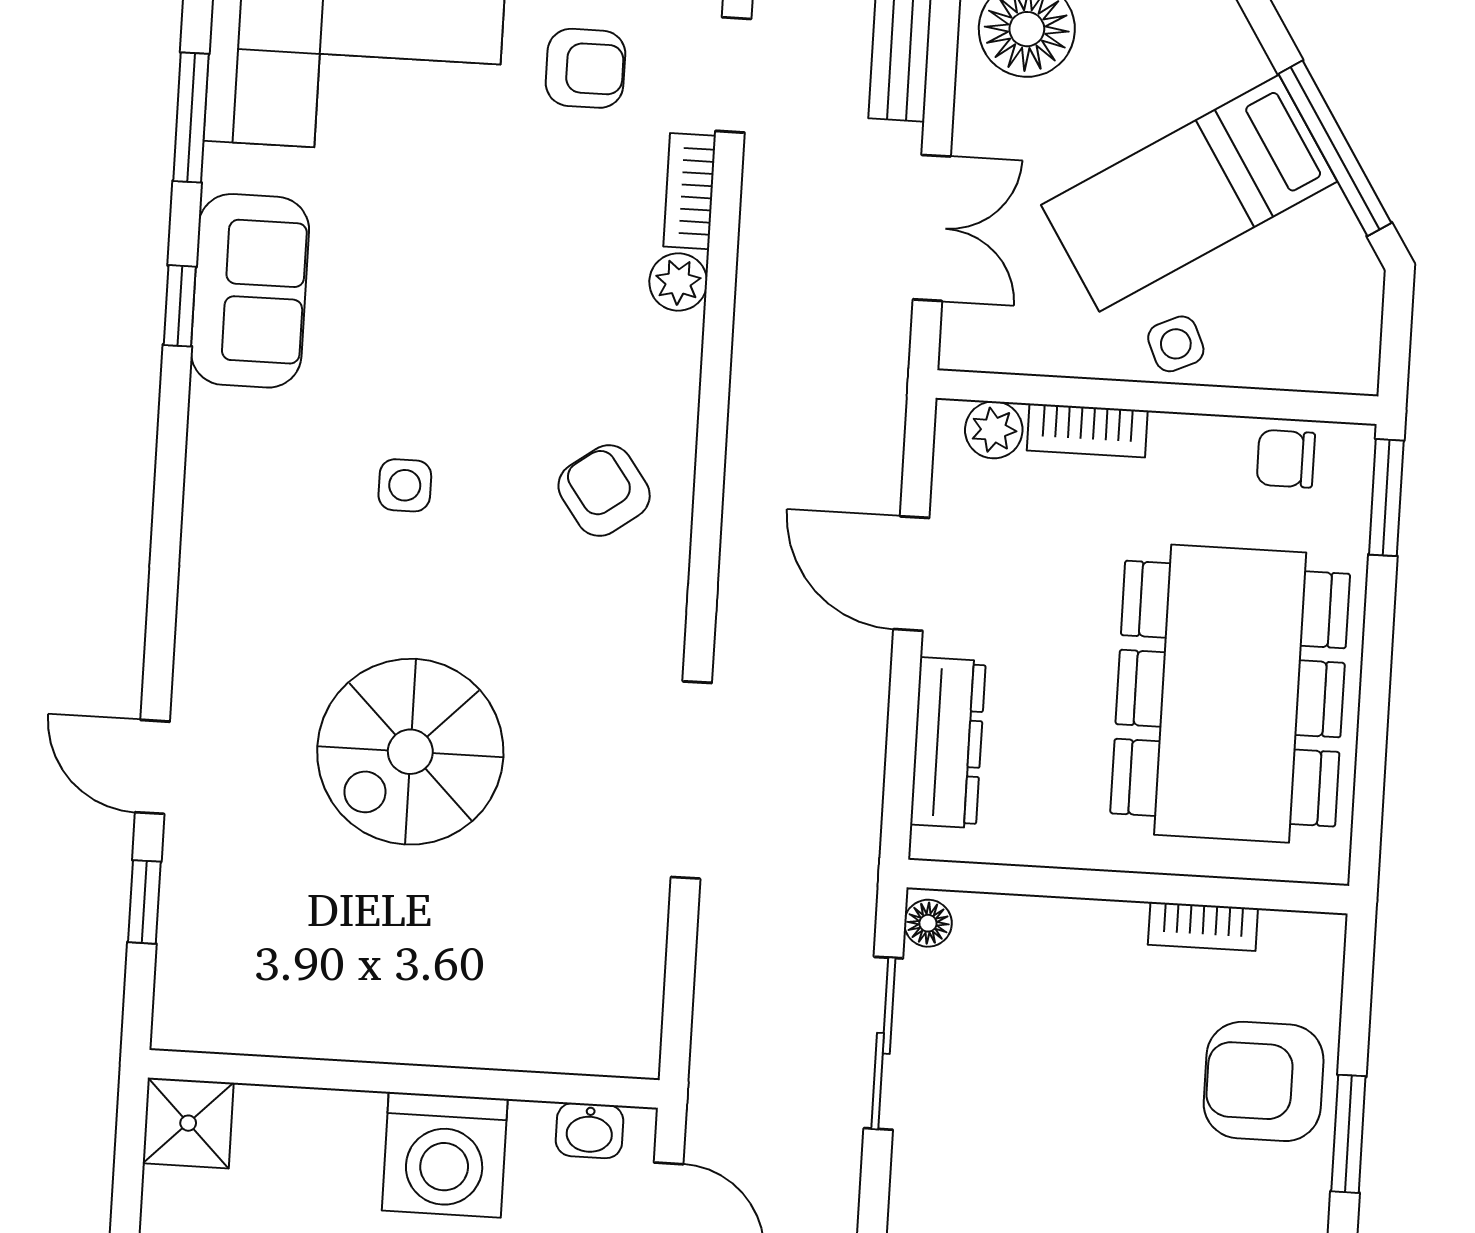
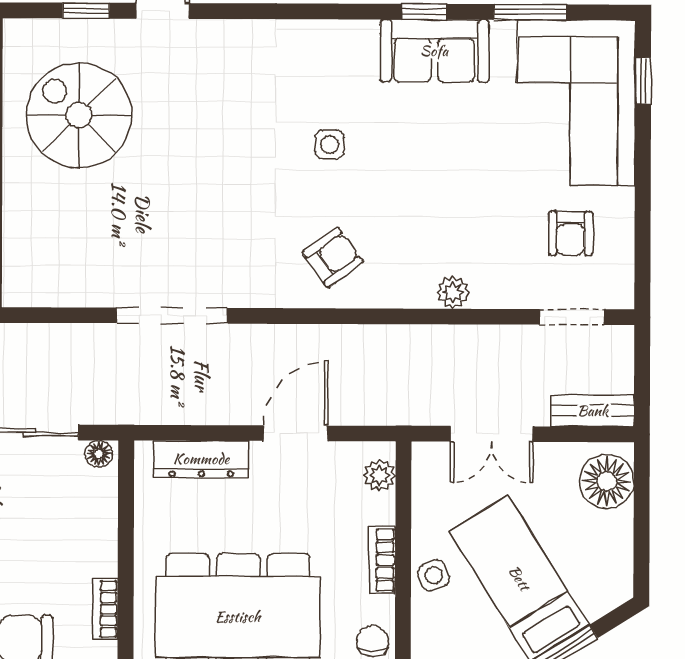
bookcase: (690, 191) -> (505, 296), removed
bookcase: (1087, 430) -> (382, 560), moved
spiral stairs: (410, 752) -> (79, 115), moved

